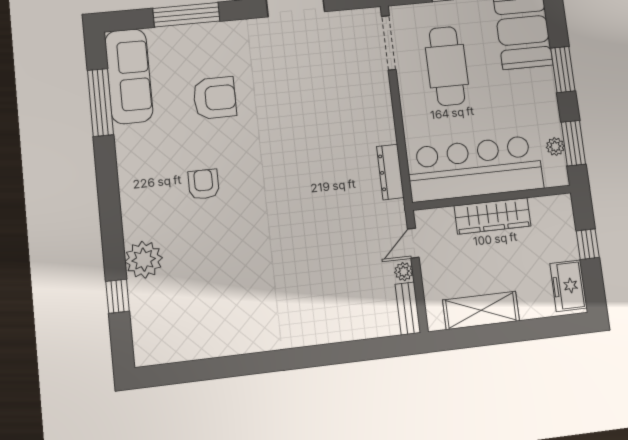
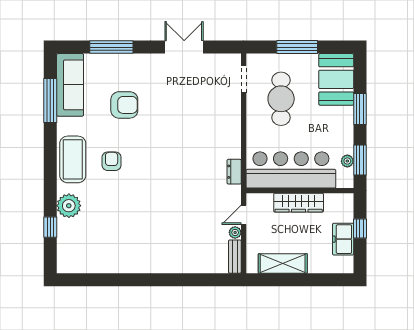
doorway: (389, 43) -> (244, 79), width x0.73
dresser: (390, 172) -> (234, 172), width x0.70
coffee table: (143, 188) -> (73, 159), added
freezer: (568, 286) -> (343, 239), moved

